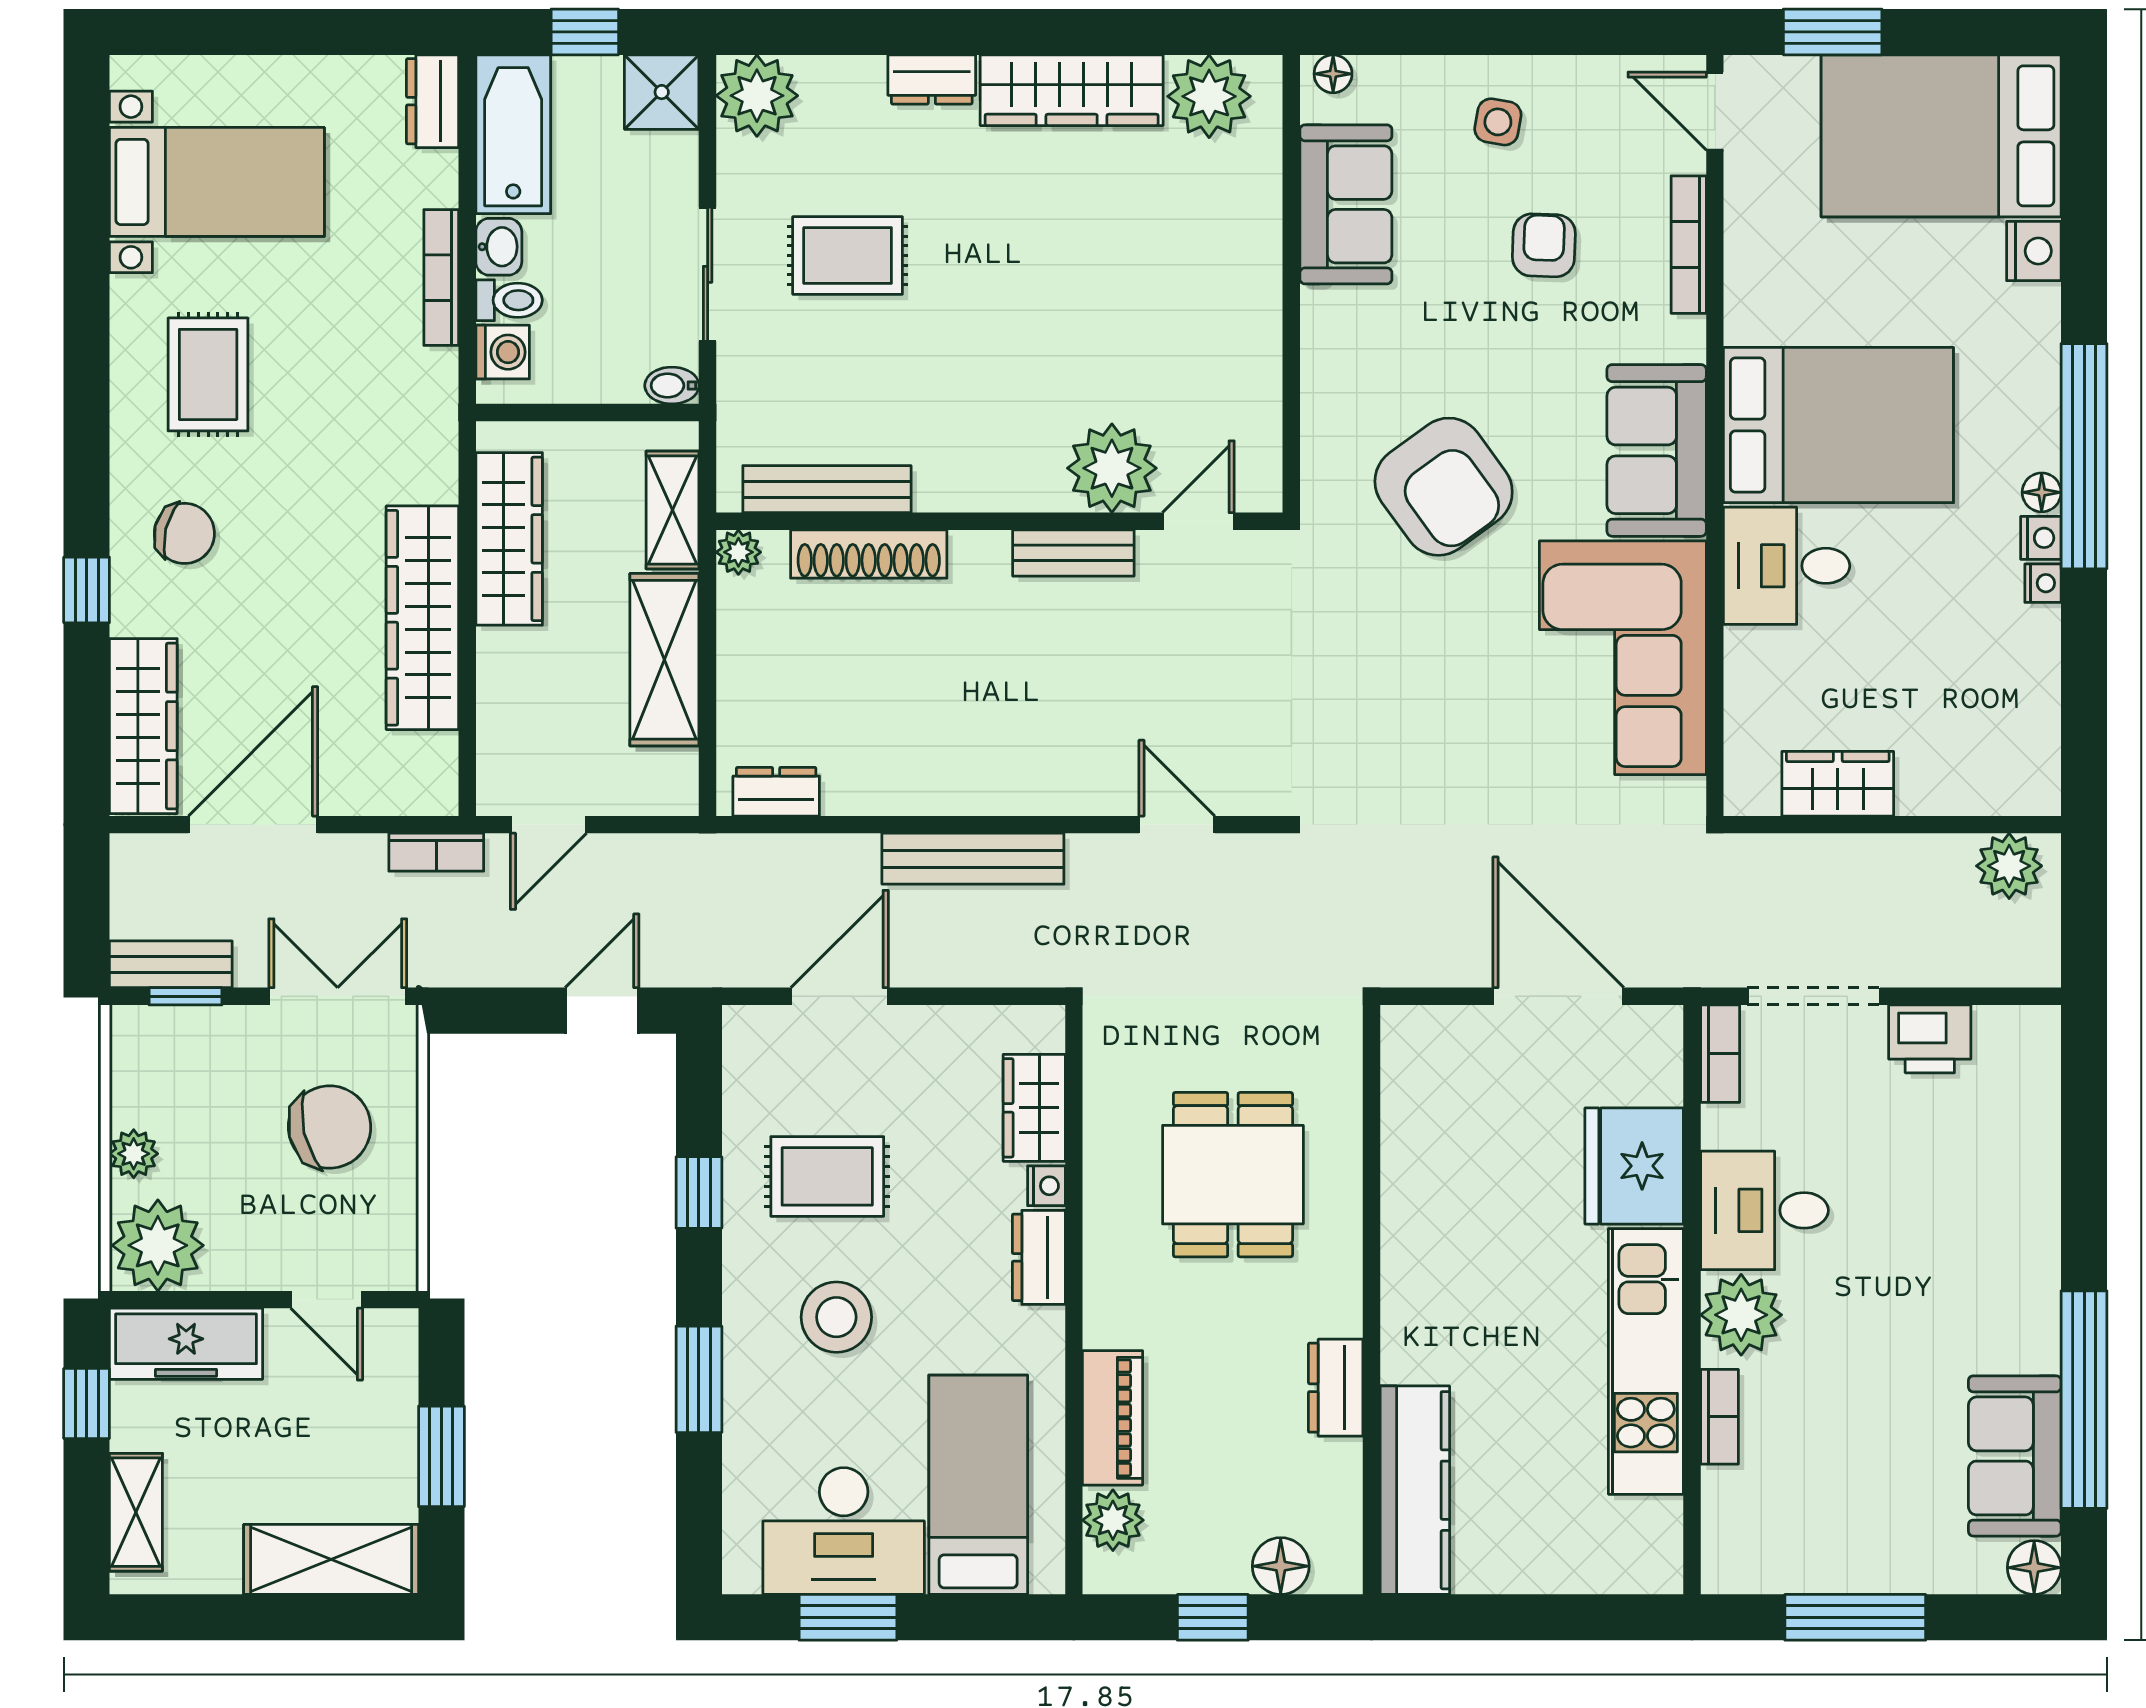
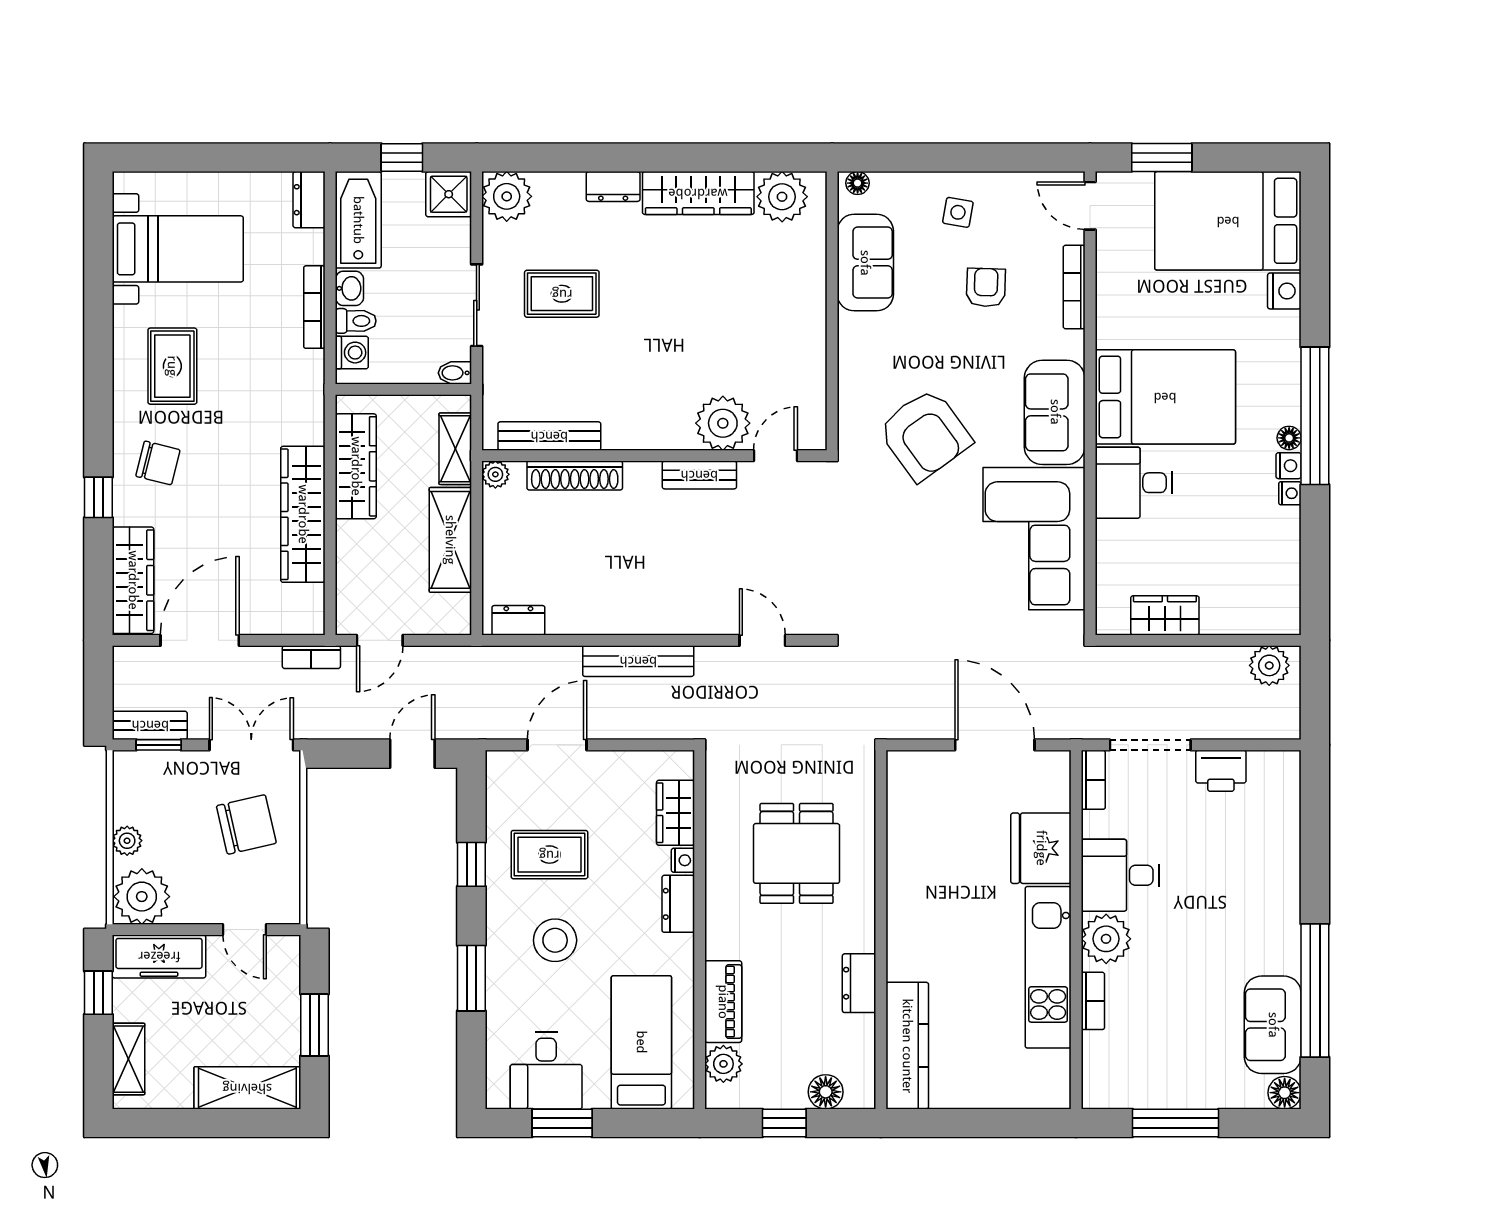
desk: (844, 1531) -> (546, 1071), width x0.73

